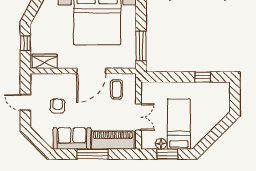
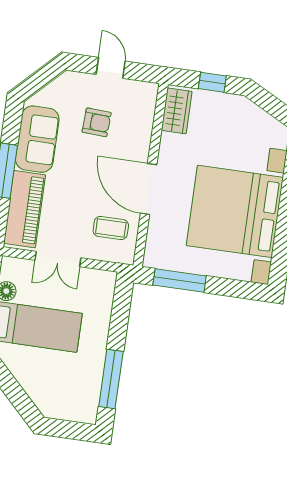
window: (203, 77) -> (111, 379), width x2.17
door: (25, 102) -> (111, 68), hinge flipped

